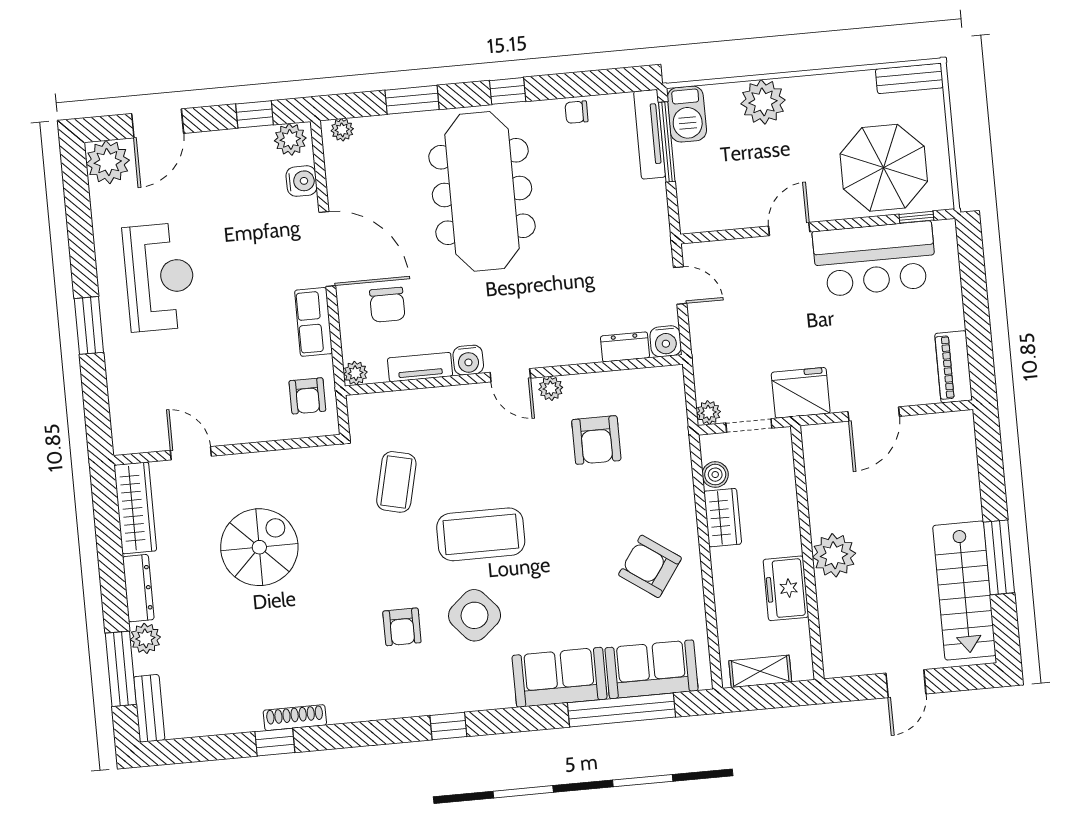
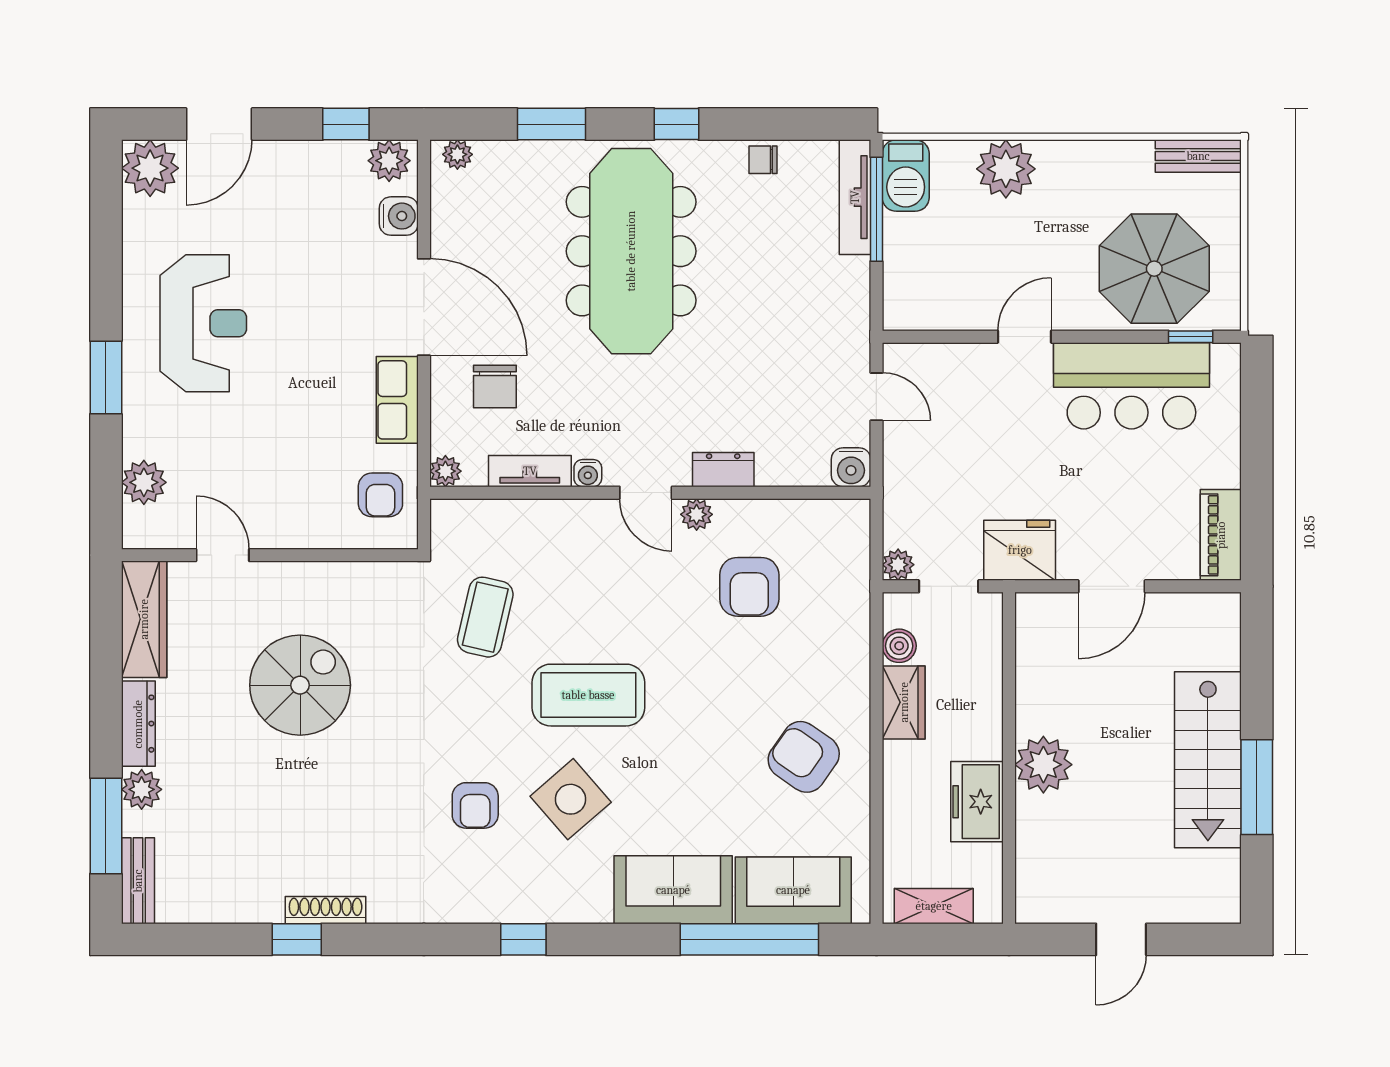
dresser: (625, 347) -> (723, 470), moved
water cooler: (468, 360) -> (588, 473), width x0.72, depth x0.72
plant: (125, 403) -> (144, 482), added
stairs: (964, 591) -> (1208, 760), moved

